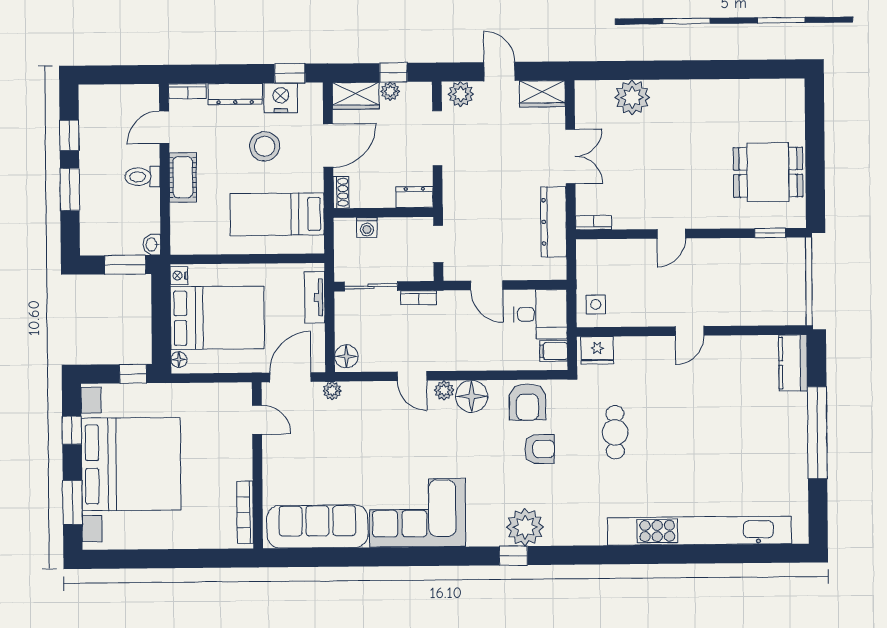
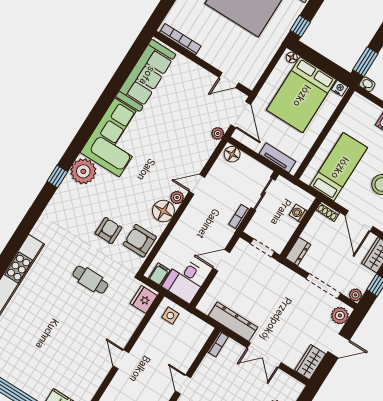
plant: (390, 91) -> (356, 295), moved
armchair: (540, 449) -> (109, 231), turned 180
plant: (525, 527) -> (83, 171), moved

